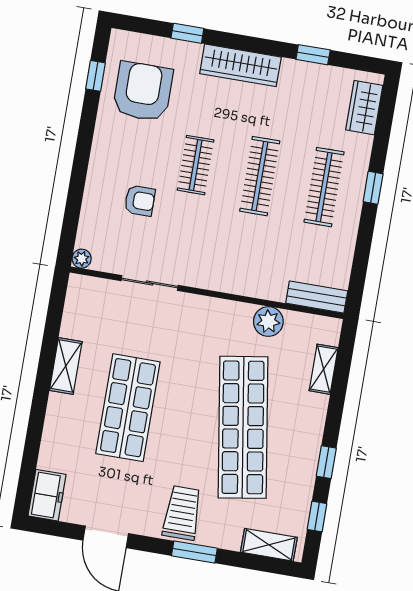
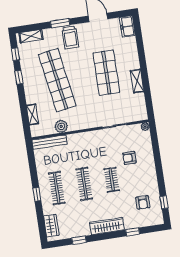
armchair: (143, 91) -> (143, 202), width x0.53, depth x0.53
bench: (317, 297) -> (49, 142), width x1.36

